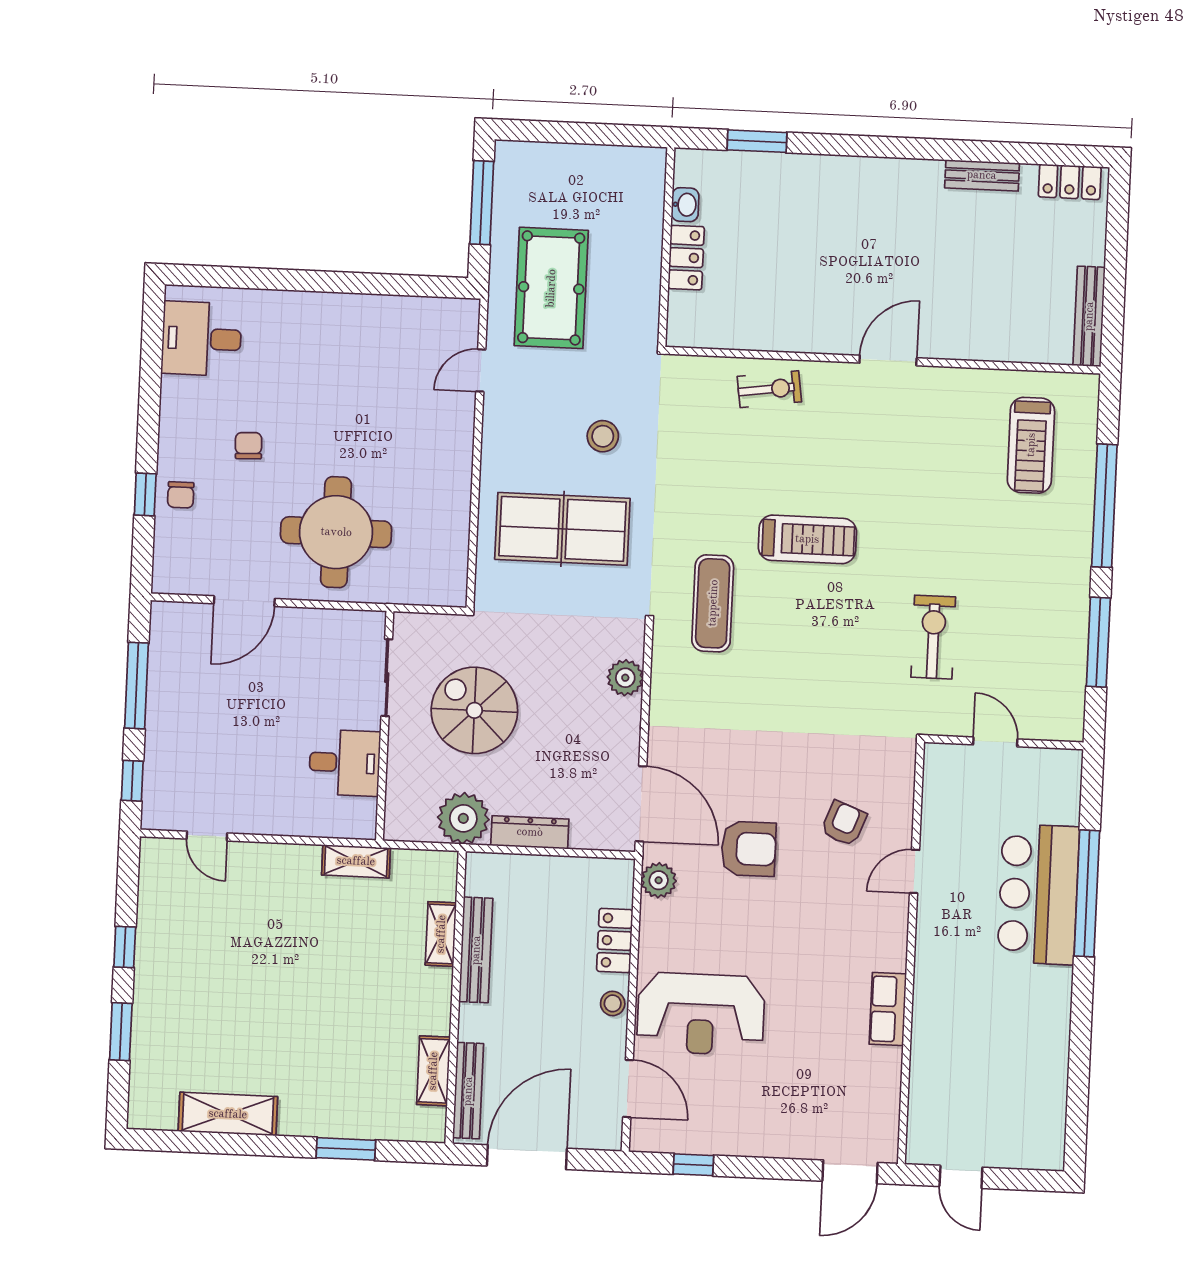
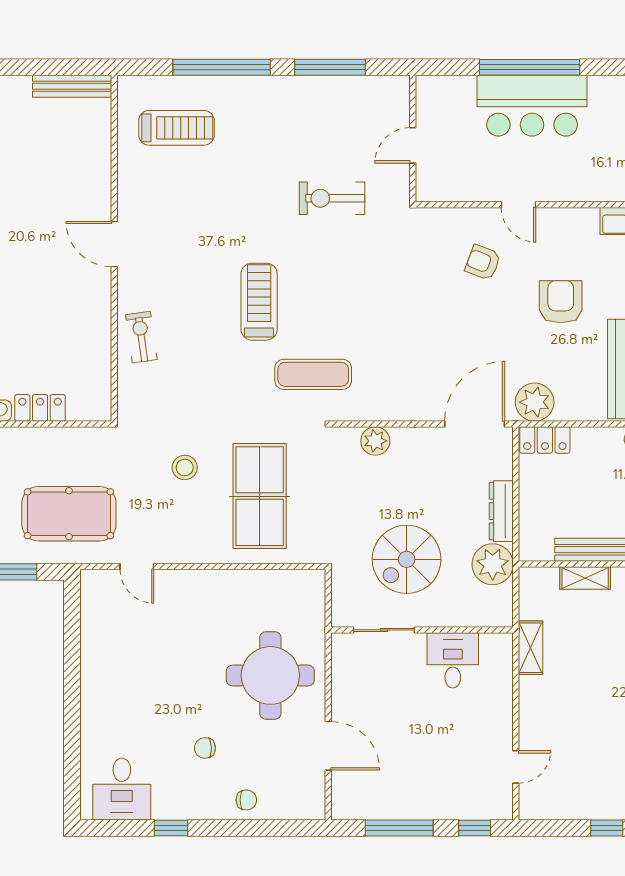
window: (145, 494) -> (171, 828), moved
armchair: (748, 849) -> (561, 302), moved
plant: (659, 880) -> (535, 402), width x1.36, depth x1.36
locker: (615, 941) -> (545, 440), moved

